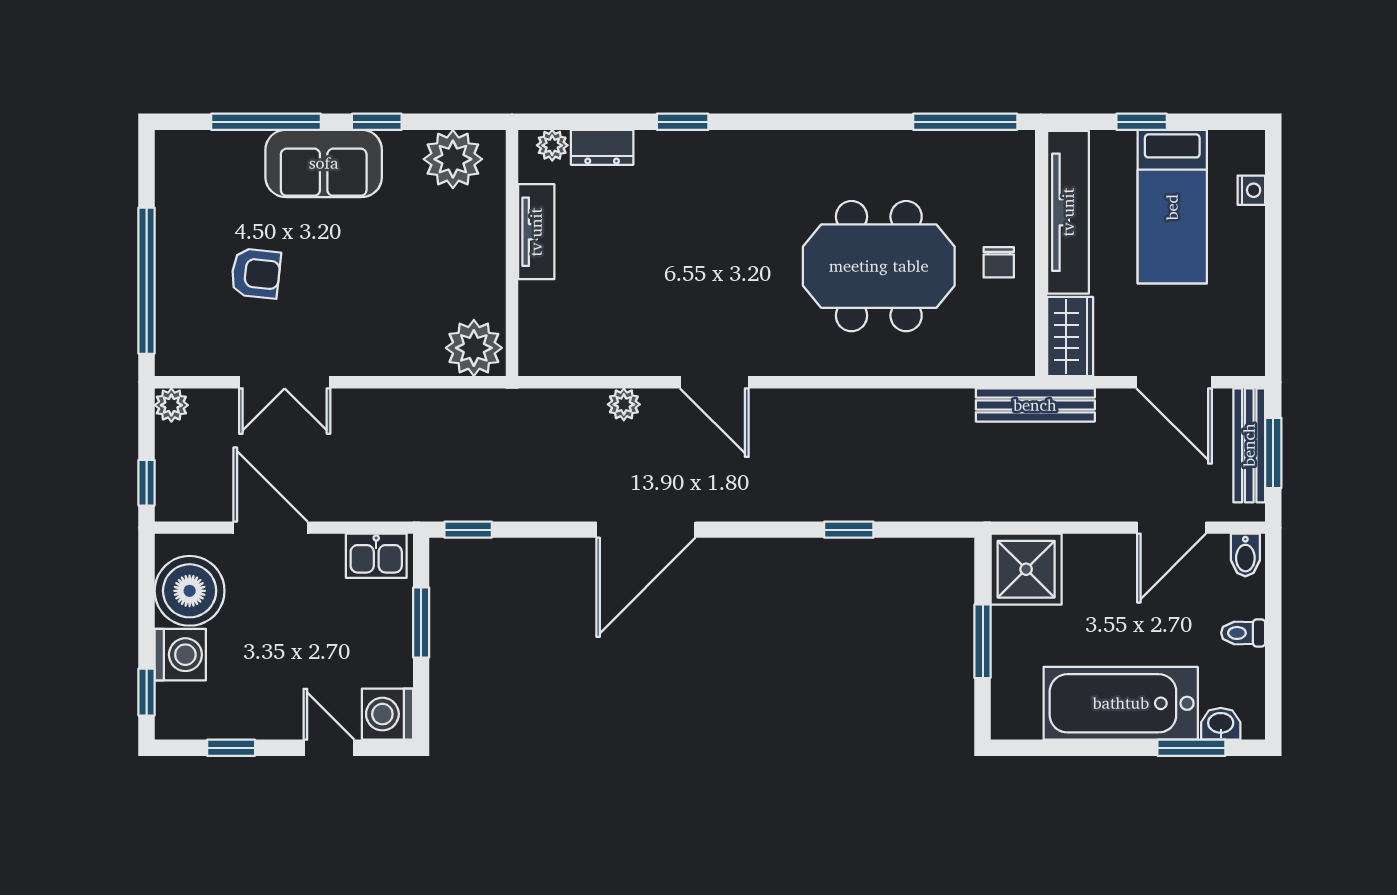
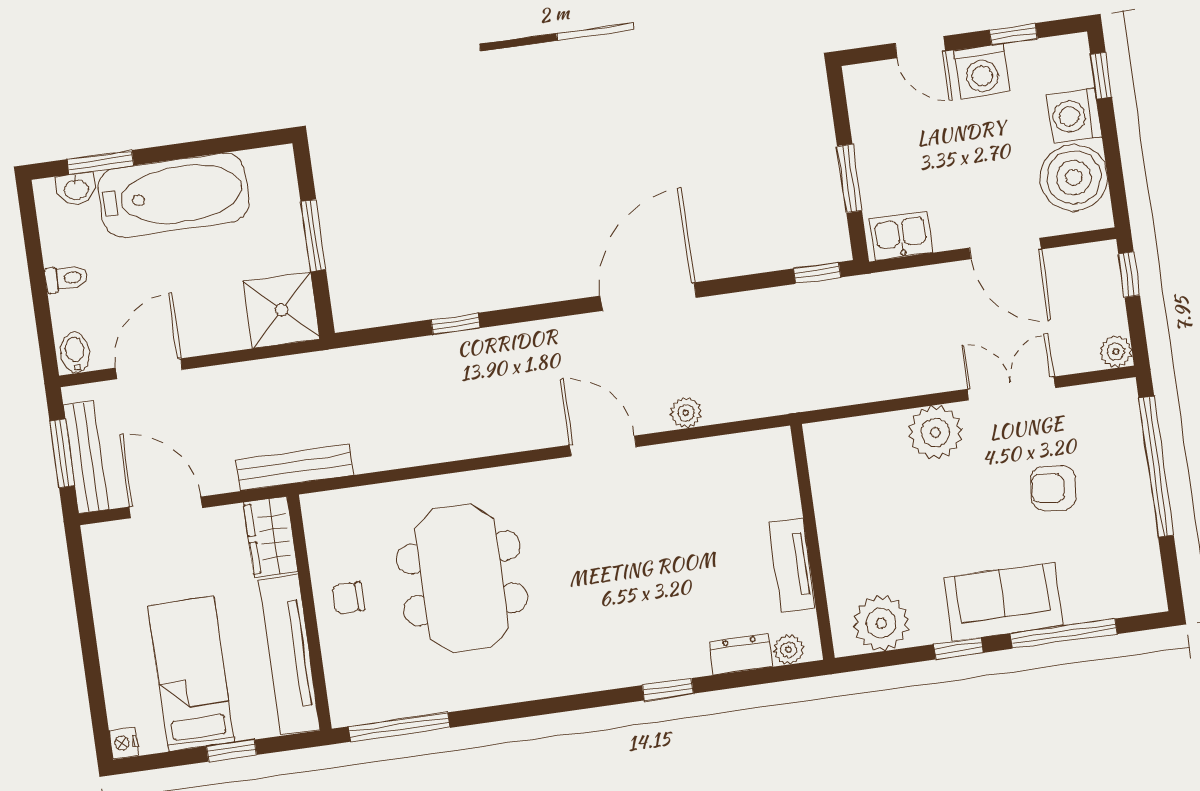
nightstand: (1251, 190) -> (124, 743), moved
chair: (999, 262) -> (349, 598), turned -90
meeting table: (879, 266) -> (462, 578), turned 90
plant: (474, 348) -> (935, 432), moved
washing machine: (388, 714) -> (982, 71), moved, turned 90

